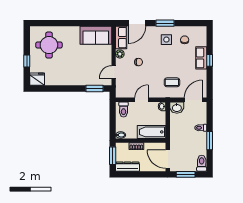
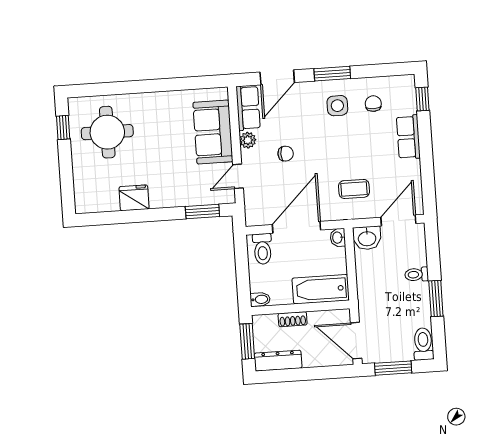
sofa: (96, 35) -> (213, 132), moved, turned 90
window: (210, 60) -> (422, 99), moved
window: (27, 61) -> (63, 128), moved
fridge: (37, 79) -> (134, 198), moved
door: (141, 100) -> (296, 227), width x1.88

